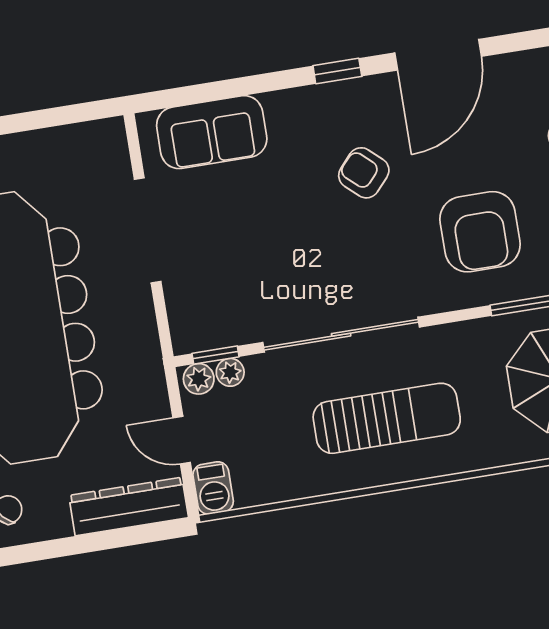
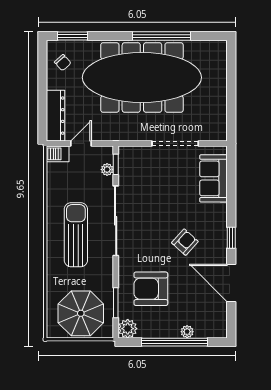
plant: (199, 379) -> (106, 155), removed
sun lounger: (387, 418) -> (76, 235), turned 180

